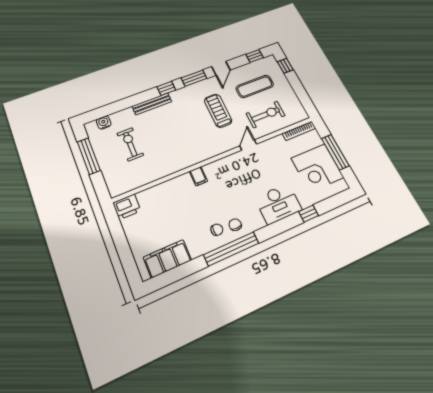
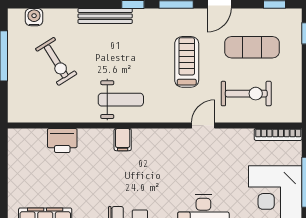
exercise bike: (130, 144) -> (56, 61), turned 148
weight bench: (185, 151) -> (121, 100), added
printer: (127, 207) -> (62, 141), moved

